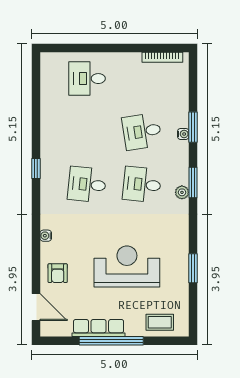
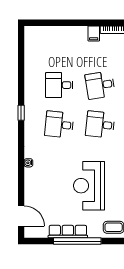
filing cabinet: (133, 62) -> (94, 33), added
desk: (87, 79) -> (59, 85), moved
reception desk: (127, 266) -> (89, 186), turned -90
armchair: (58, 273) -> (37, 191), removed

